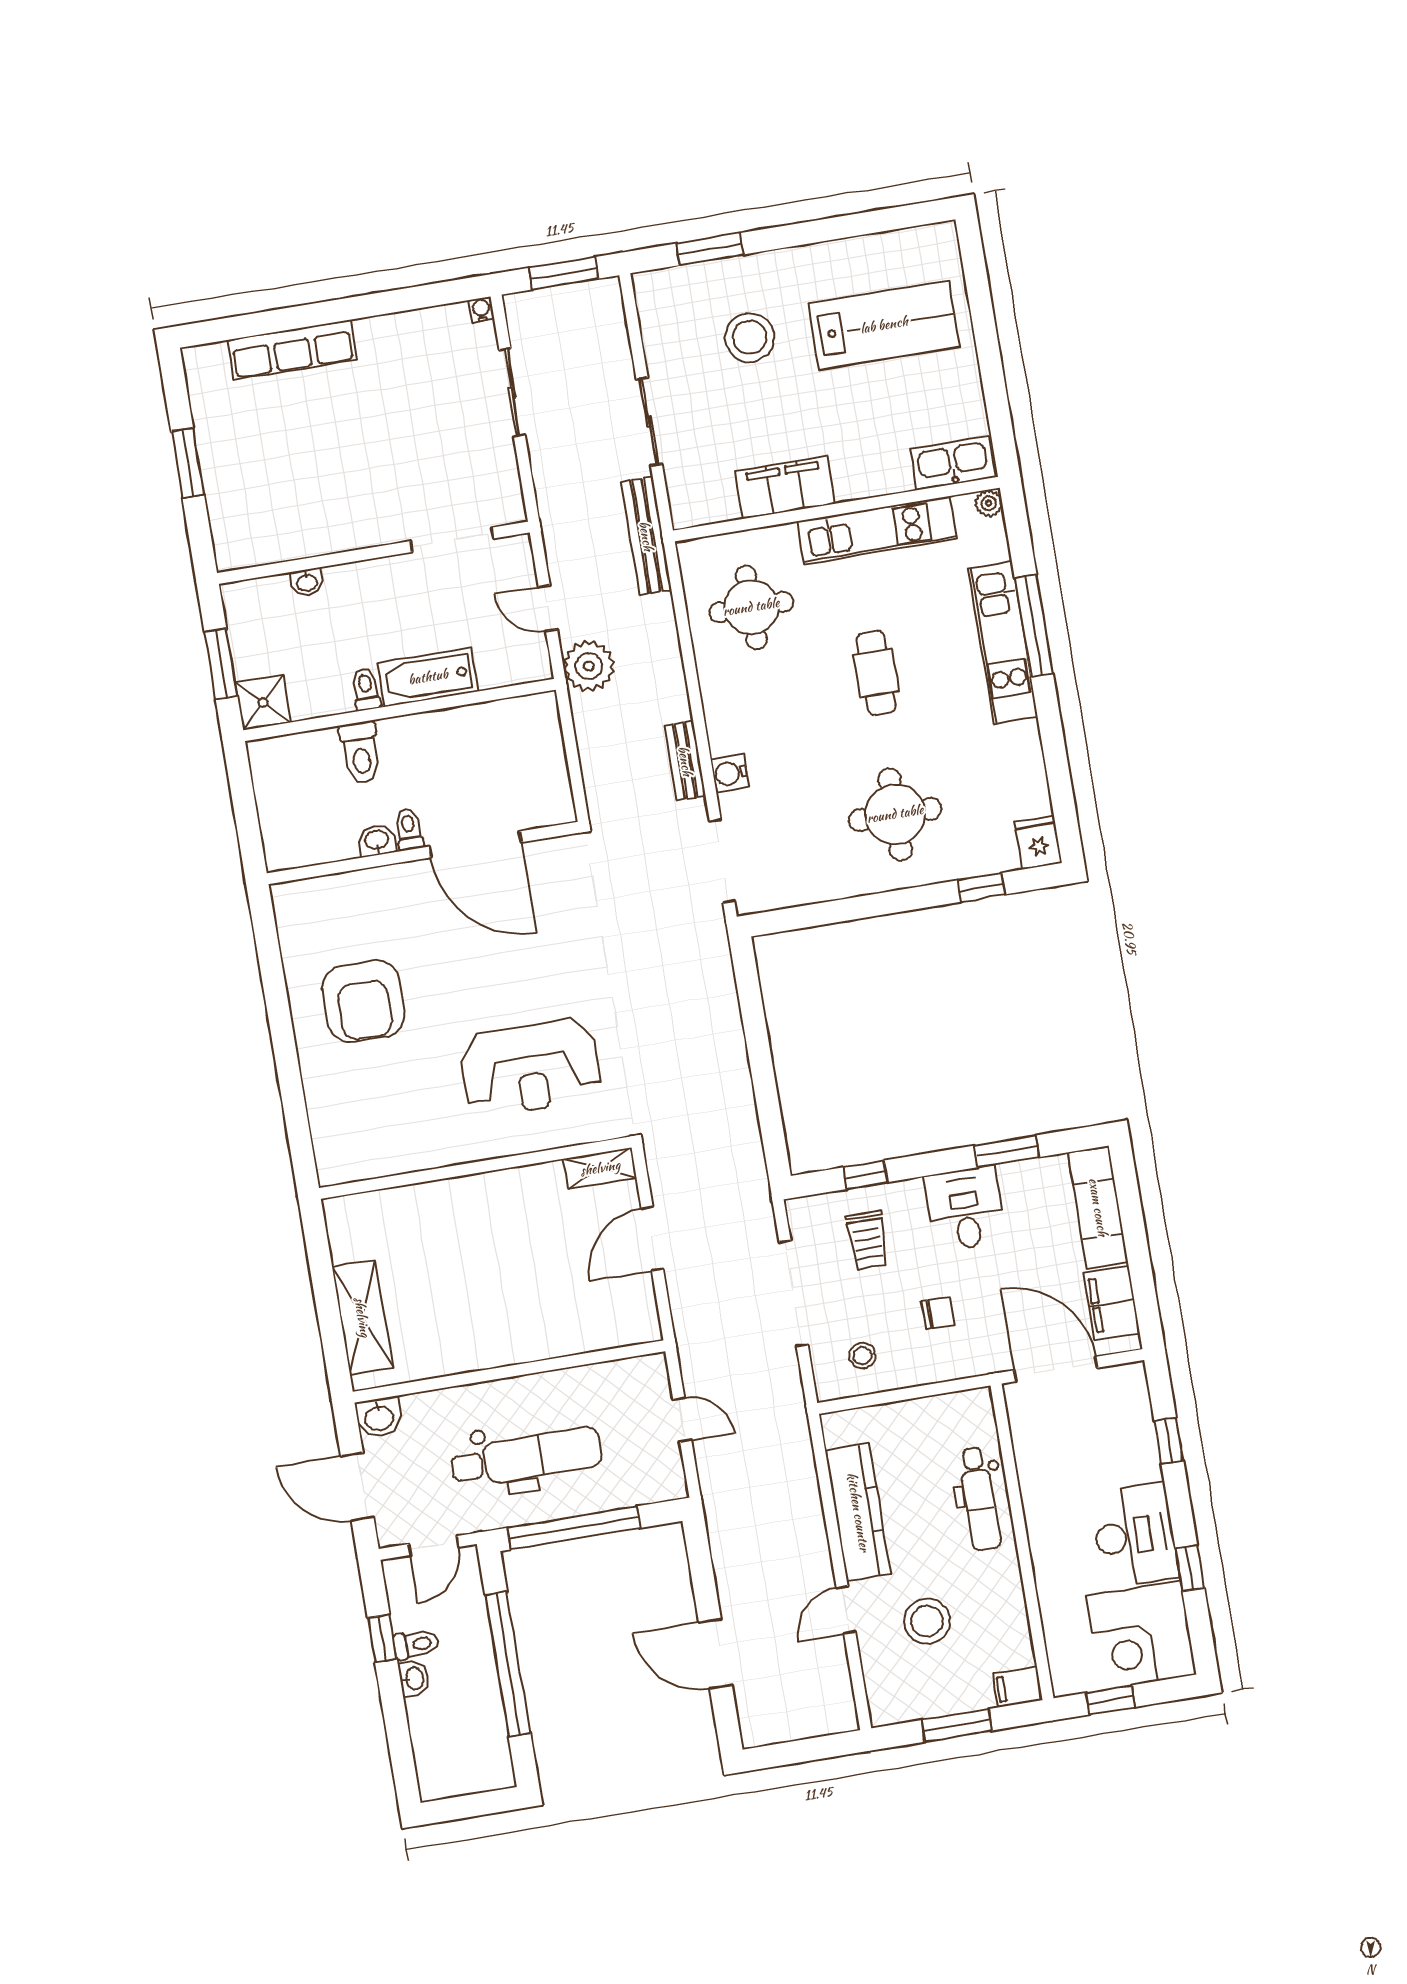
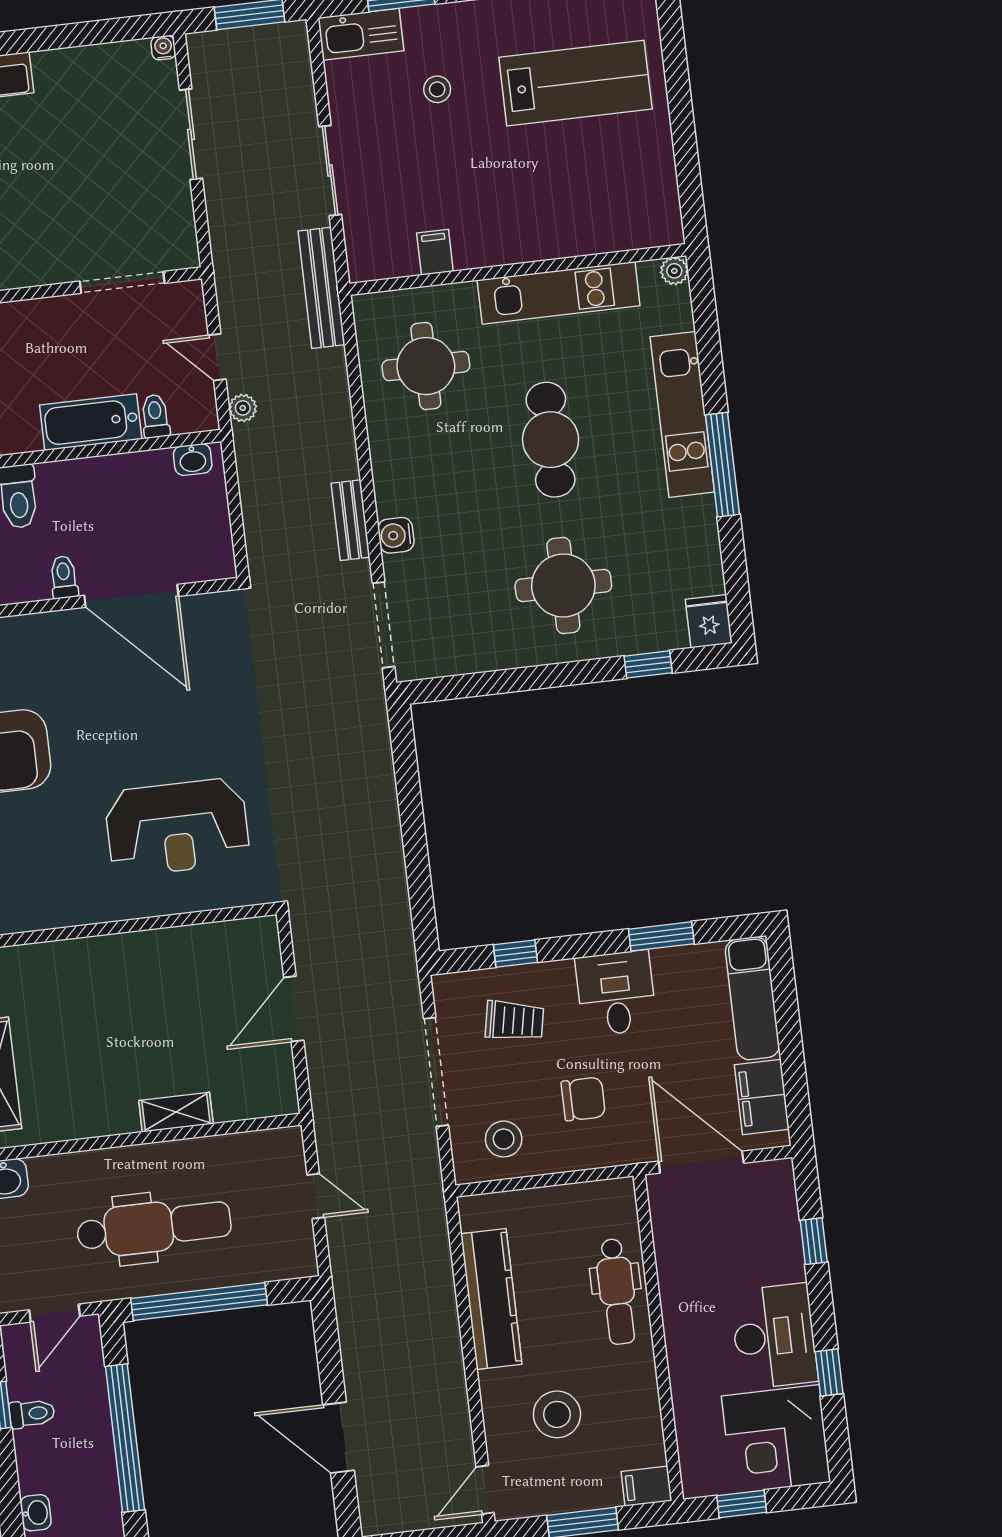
stool: (750, 337) -> (437, 89), width x0.53, depth x0.53
kitchen sink: (953, 463) -> (361, 34), moved, turned 180
filing cabinet: (785, 488) -> (435, 252), width x0.33, depth x0.86
window: (1034, 626) -> (722, 465), moved
plant: (589, 666) -> (243, 408), width x0.53, depth x0.53
cafe table: (876, 673) -> (551, 440), width x1.37, depth x1.35
toilet: (366, 689) -> (155, 416), moved
washbasin: (377, 840) -> (193, 460), moved, turned 180
shelving: (600, 1168) -> (176, 1112), moved
trolley: (868, 1240) -> (514, 1021), turned -79
chair: (938, 1313) -> (583, 1099), width x1.37, depth x1.37
stool: (862, 1356) -> (504, 1139), width x1.37, depth x1.37
door: (846, 1610) -> (485, 1490), moved
washbasin: (414, 1678) -> (36, 1513), moved

